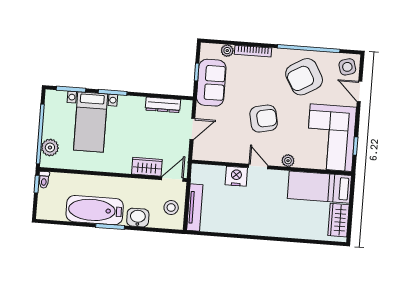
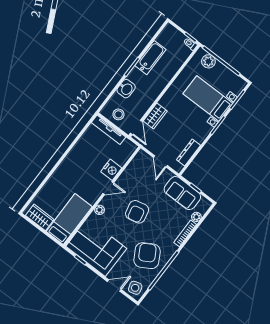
bathtub: (95, 210) -> (150, 58), width x0.73, depth x0.73

